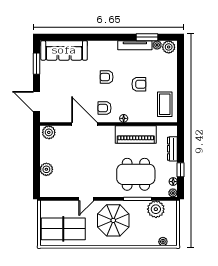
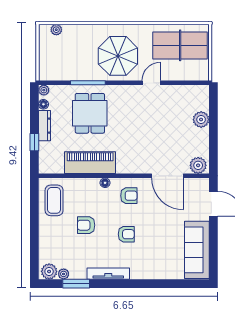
tv unit: (135, 45) -> (108, 274), moved
sofa: (64, 50) -> (197, 250), moved, turned -90
window: (36, 64) -> (213, 251), removed
door: (84, 124) -> (167, 176), moved
dresser: (172, 149) -> (45, 126), moved
window: (181, 170) -> (34, 142), moved
dining table: (136, 174) -> (90, 113), width x0.73
plant: (156, 209) -> (65, 70), removed

